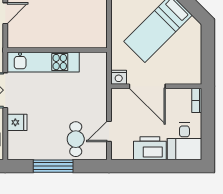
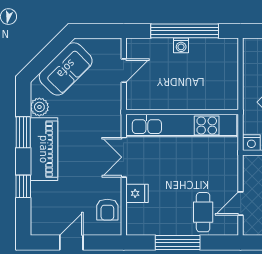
kitchen unit: (43, 62) -> (181, 126), width x1.36

